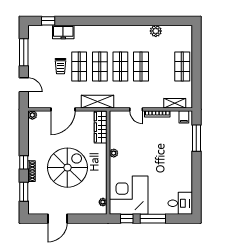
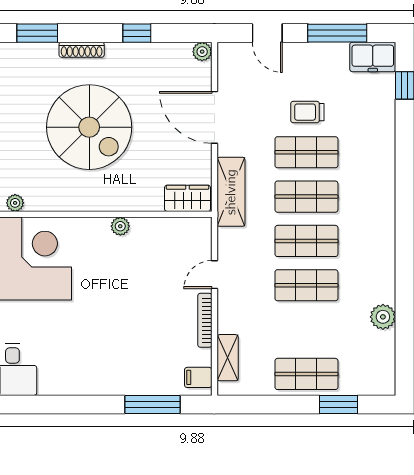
freezer: (63, 32) -> (373, 57), moved, turned -90
window: (196, 52) -> (339, 405), added
door: (24, 85) -> (267, 33), hinge flipped
wardrobe: (101, 127) -> (188, 198), width x0.67
window: (24, 162) -> (137, 33), moved

